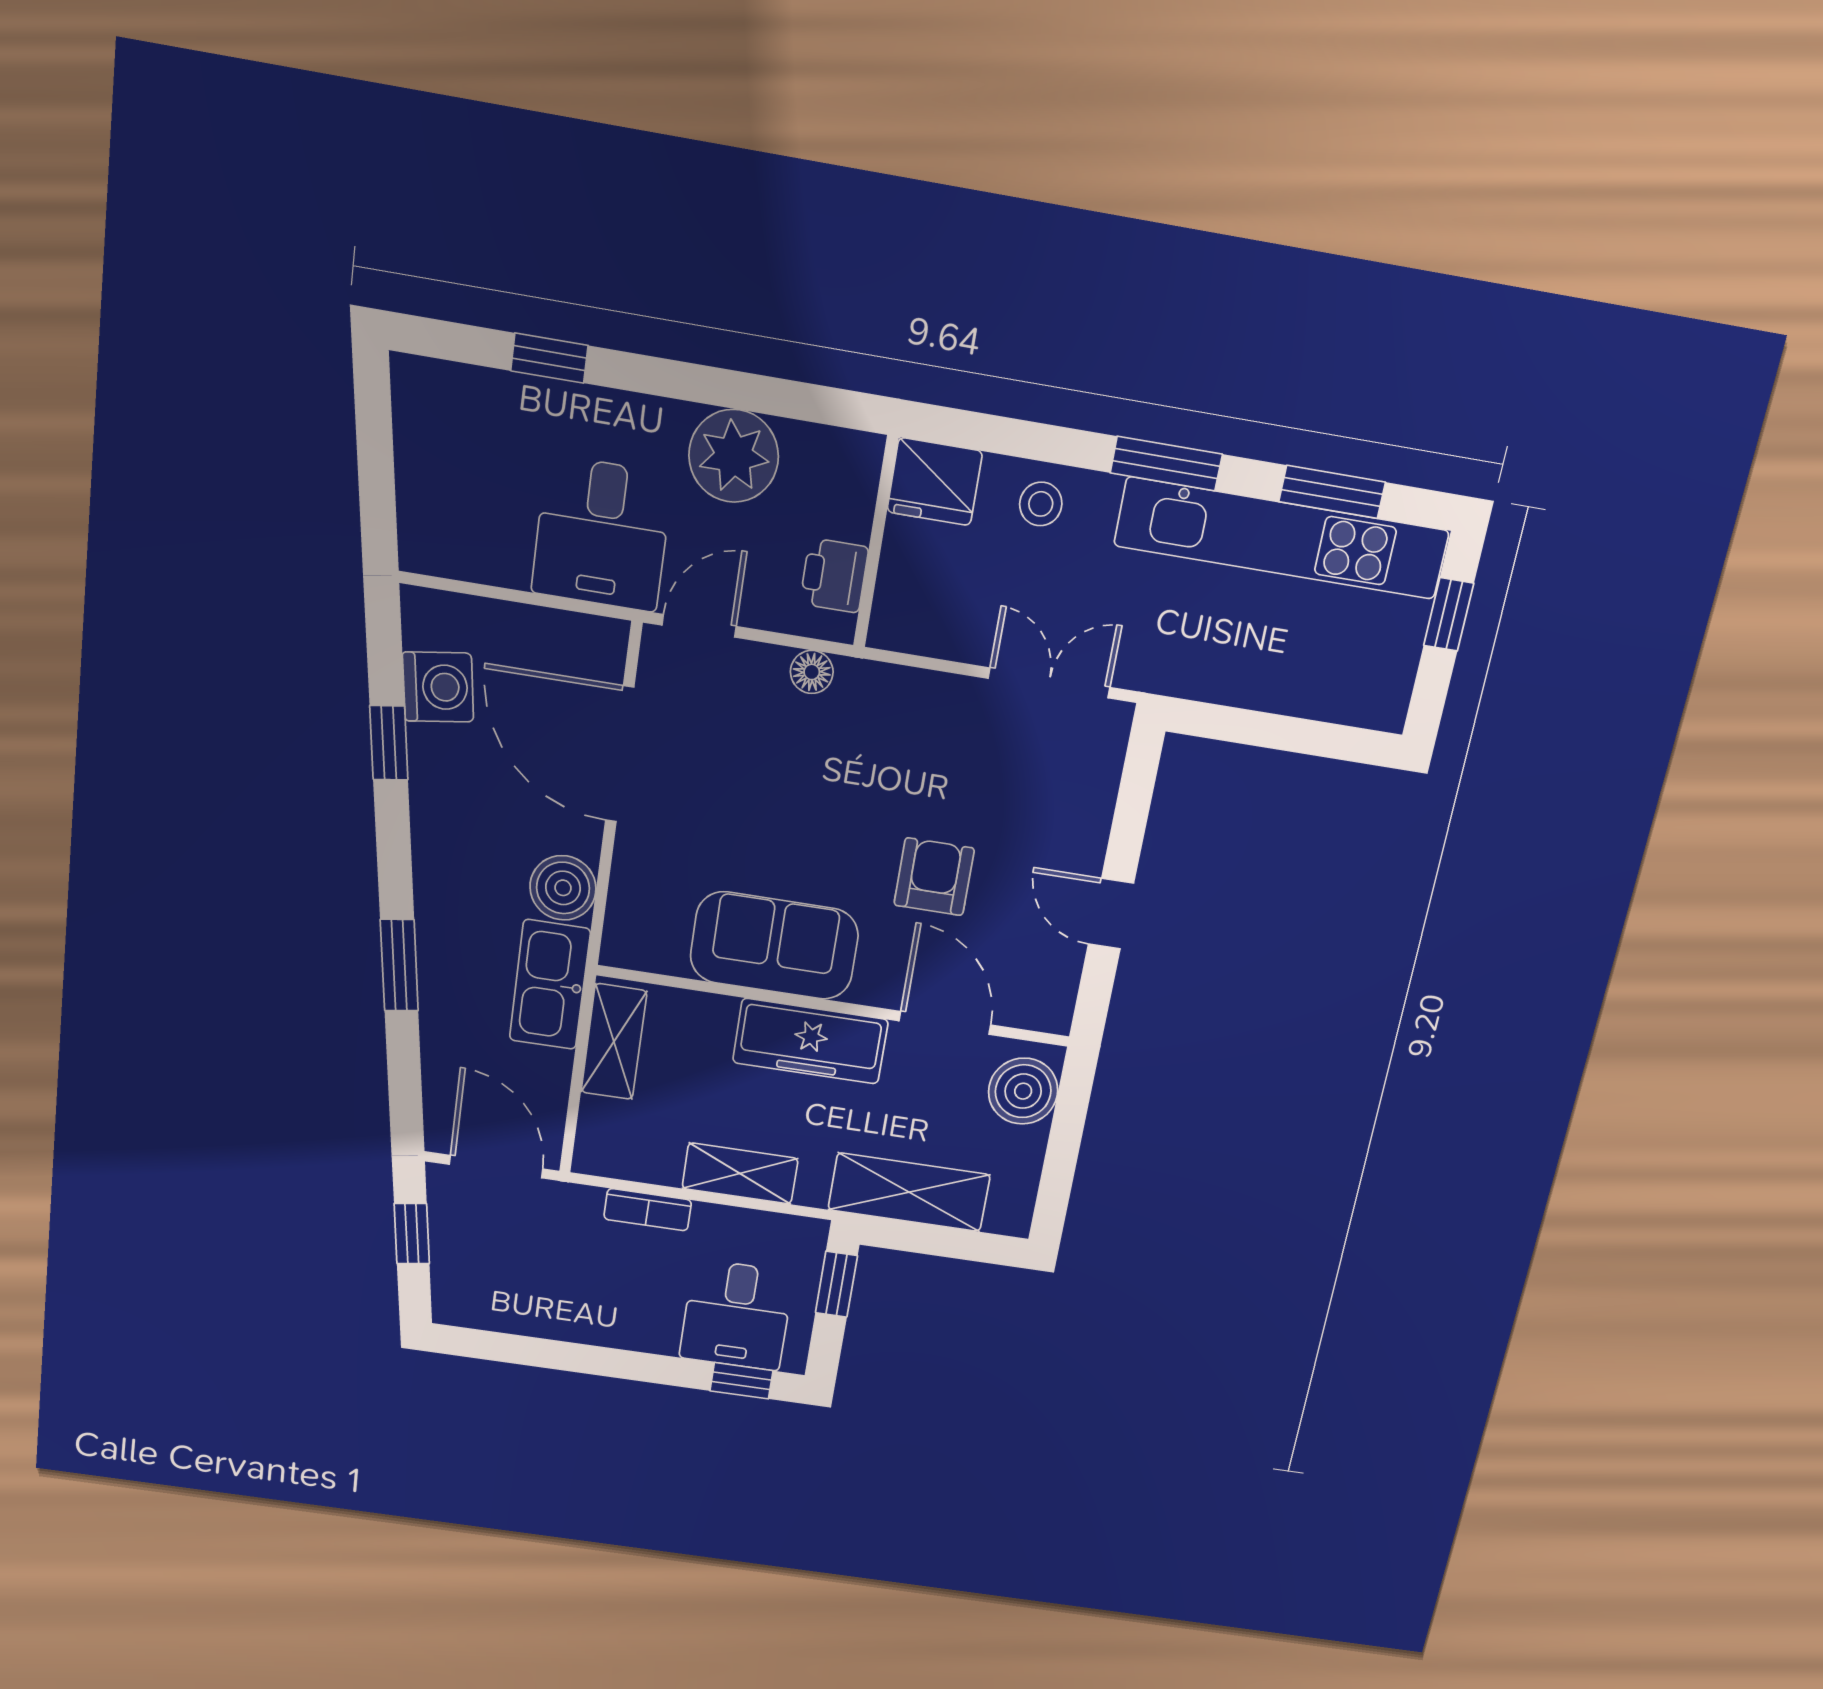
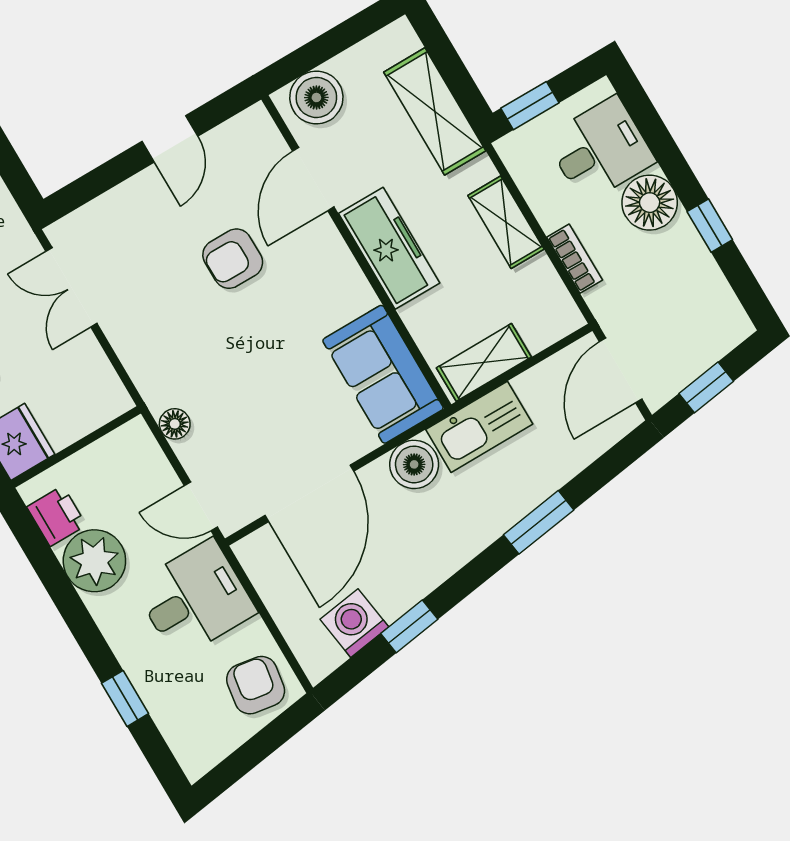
armchair: (451, 521) -> (256, 685), added
printer: (834, 576) -> (56, 516), moved, turned -90
sofa: (774, 946) -> (383, 374), moved
floor lamp: (645, 1320) -> (650, 203), added
window: (741, 1381) -> (710, 226), moved

